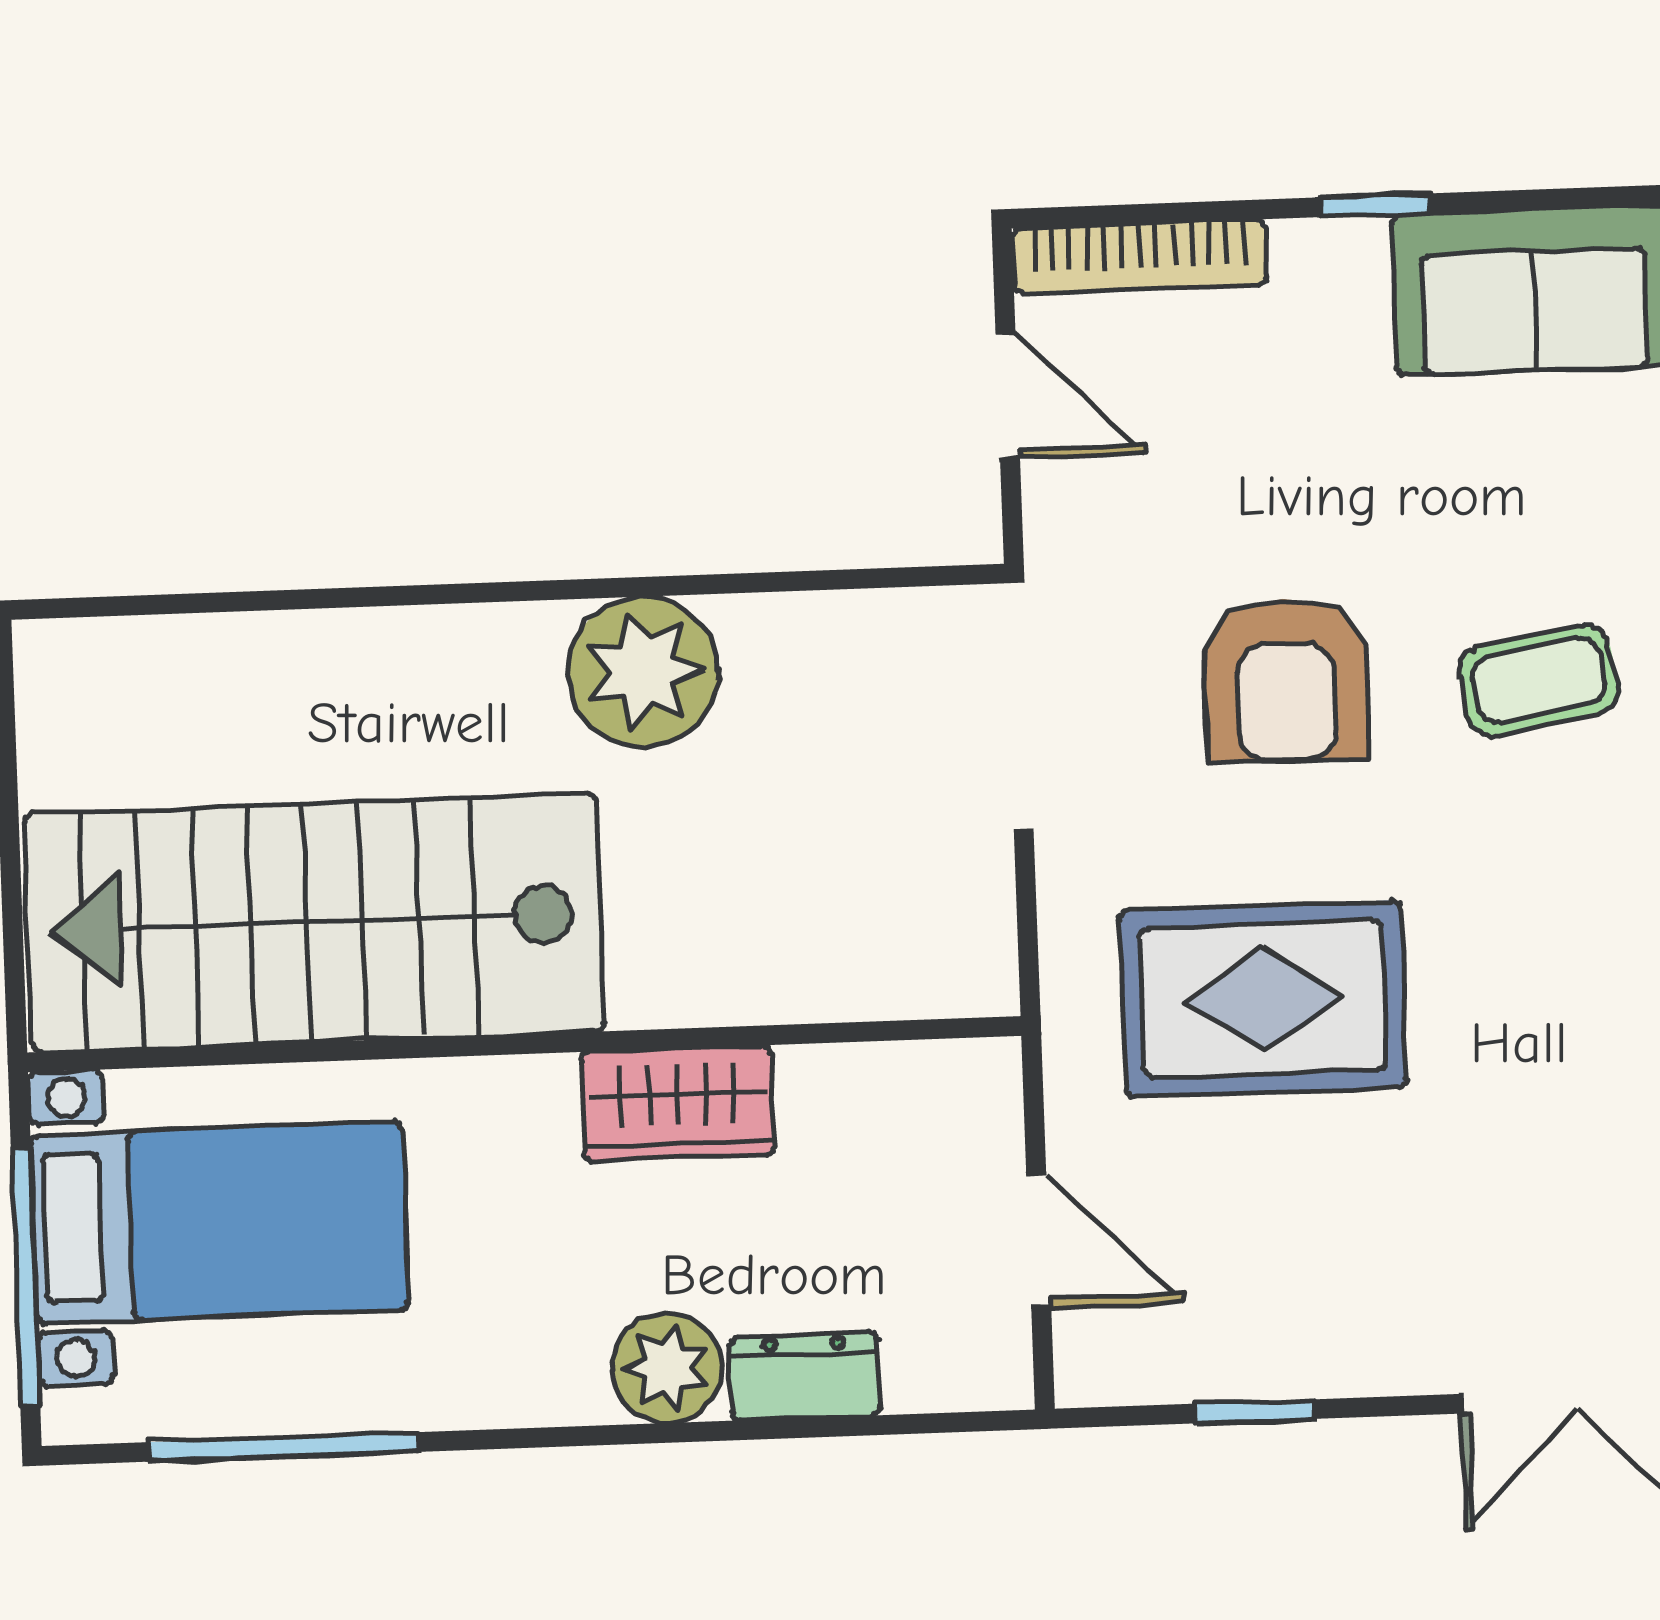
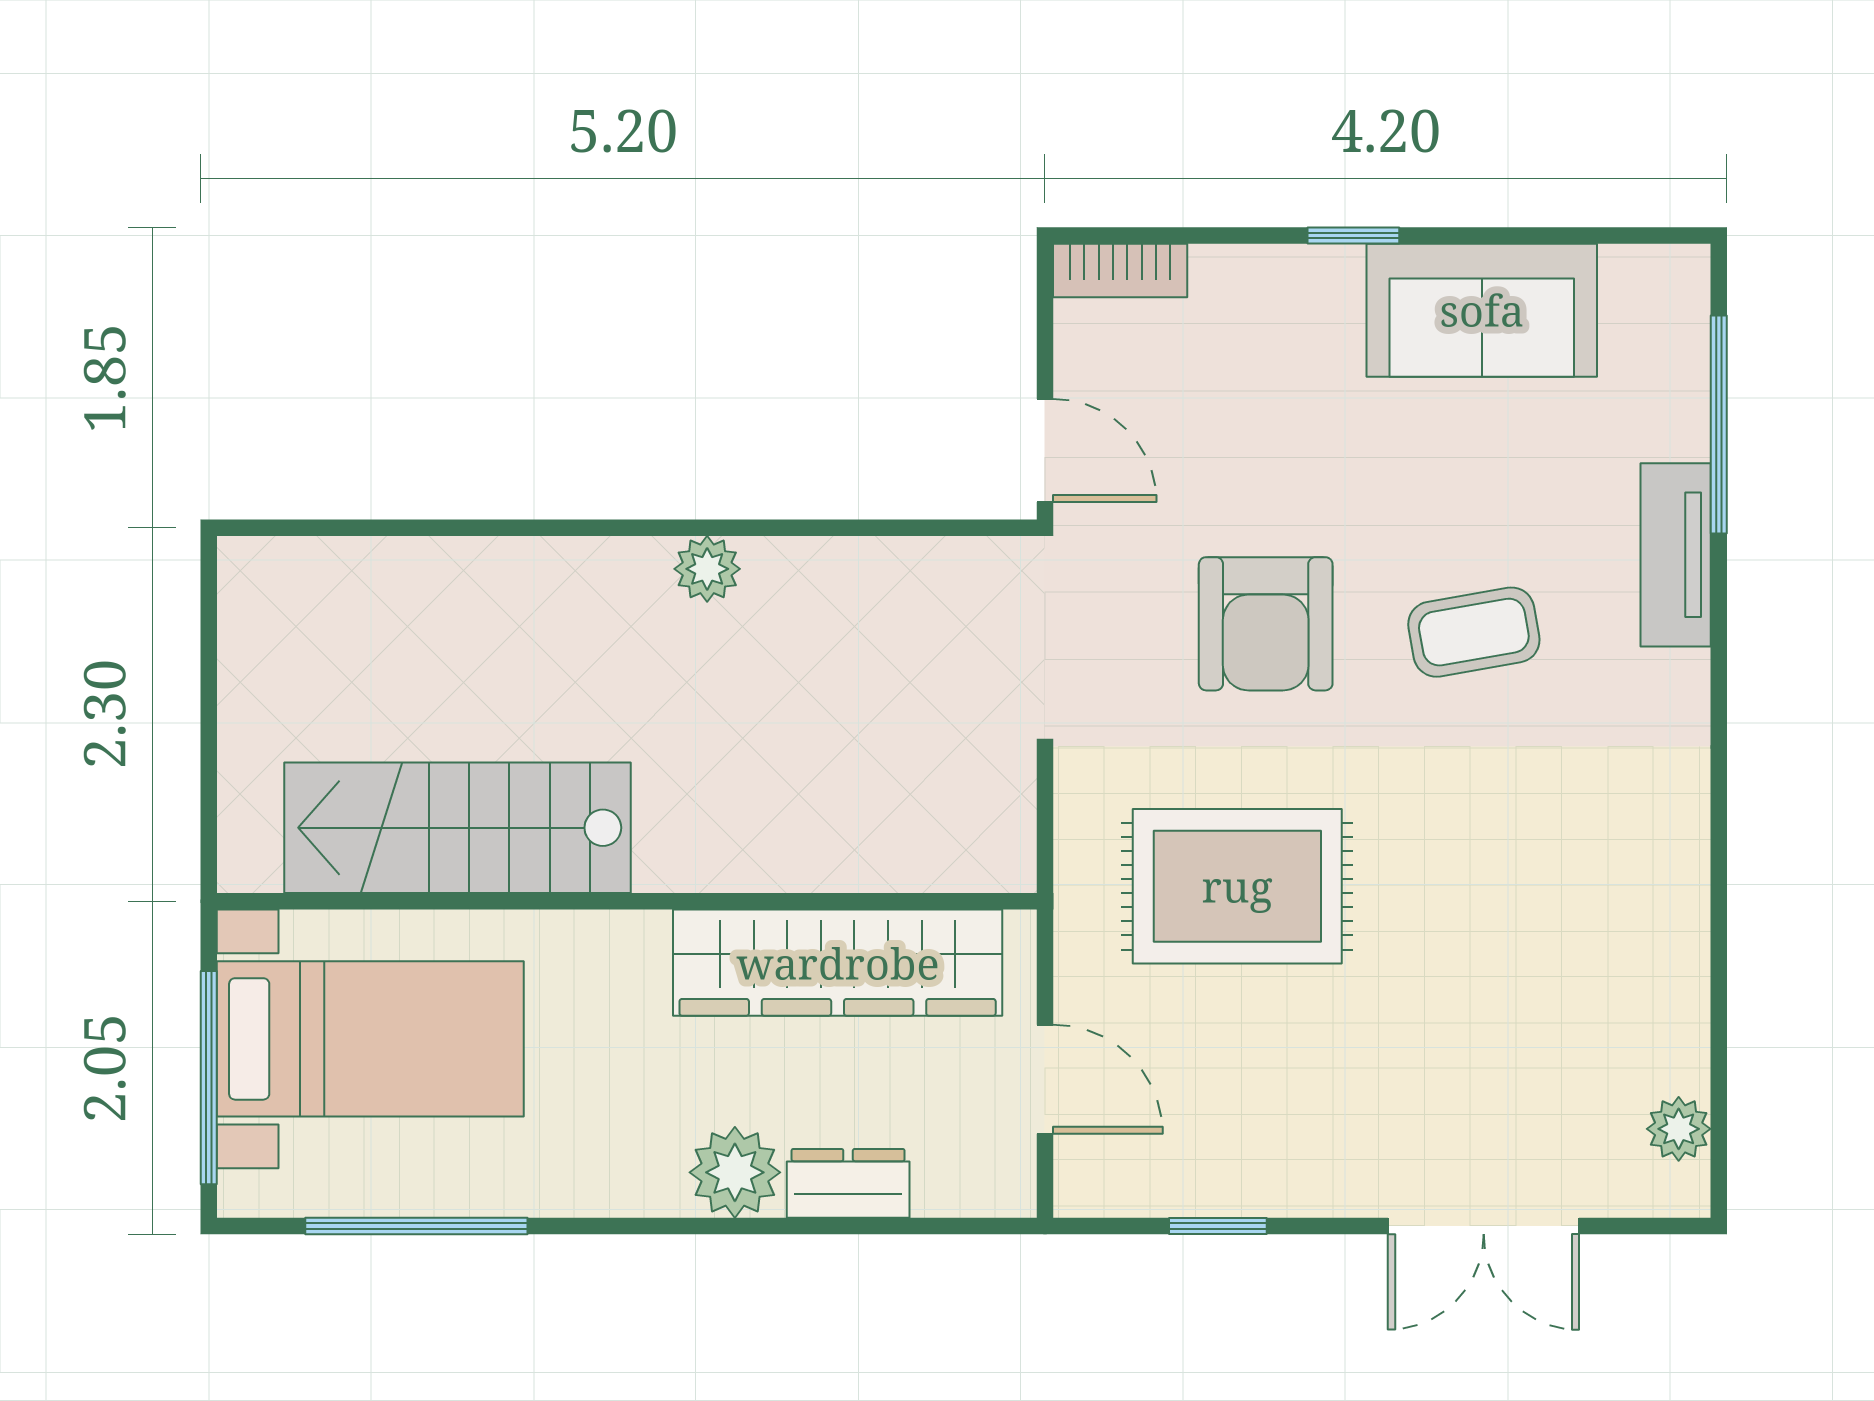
bookcase: (1140, 256) -> (1120, 270), width x0.64
door: (1008, 396) -> (1045, 450), moved
plant: (643, 672) -> (707, 569), width x0.53, depth x0.53
stairs: (314, 923) -> (457, 828), width x0.73, depth x0.66
wardrobe: (678, 1103) -> (838, 963), width x2.10, depth x1.17

